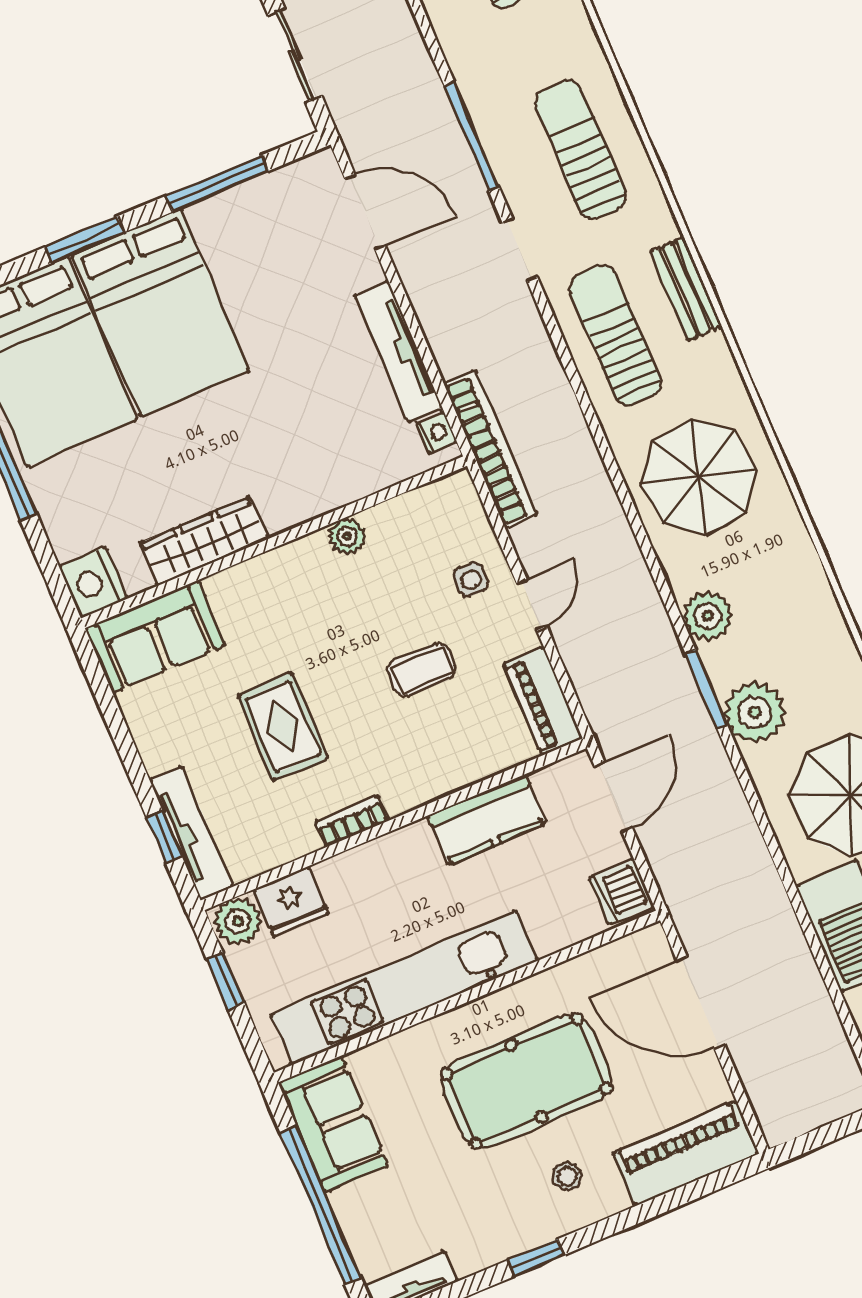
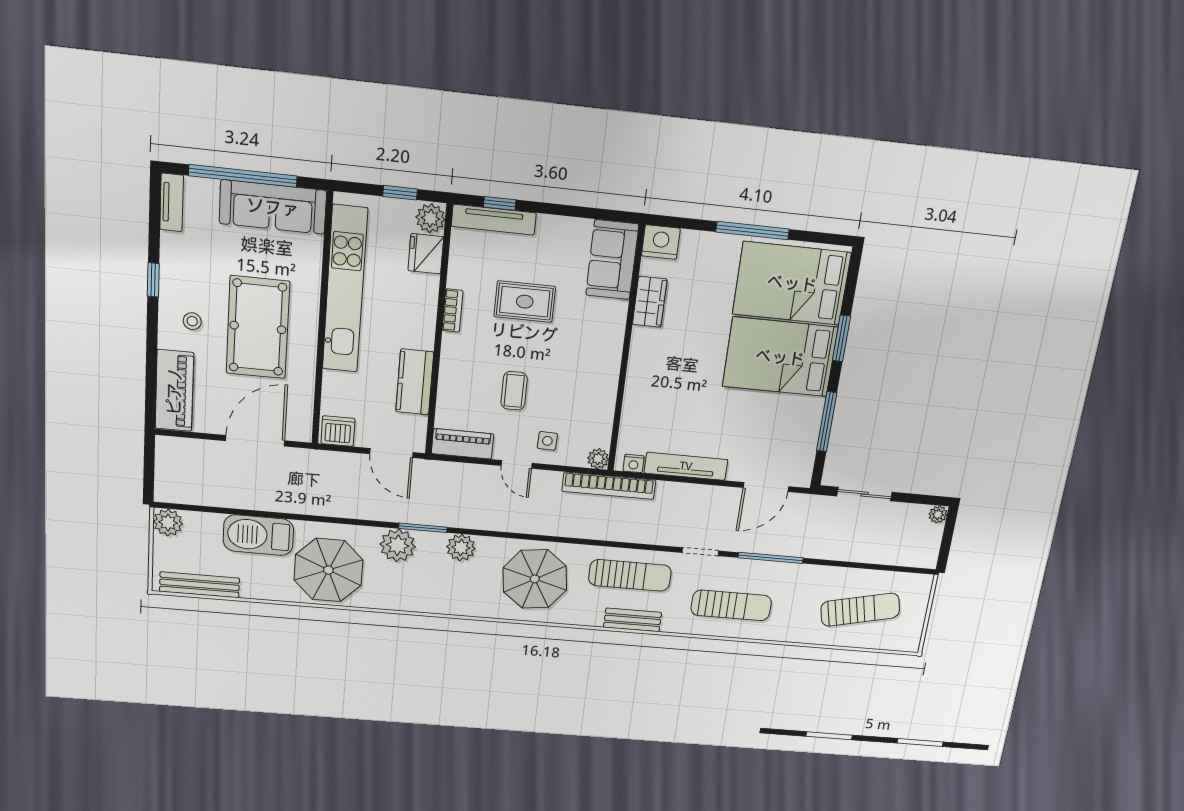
plant: (347, 536) -> (598, 459), moved
wardrobe: (204, 541) -> (650, 302), width x0.67
sofa: (333, 1124) -> (273, 207), width x1.36

